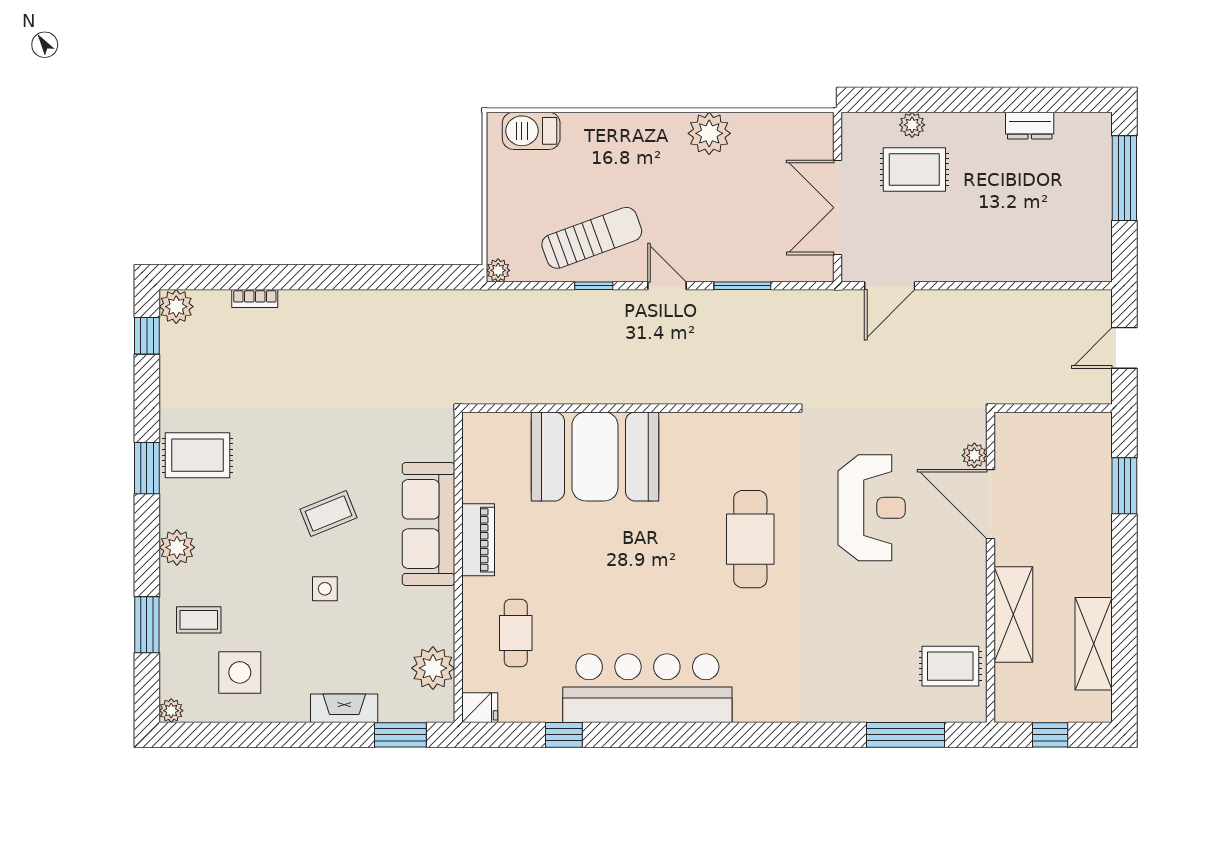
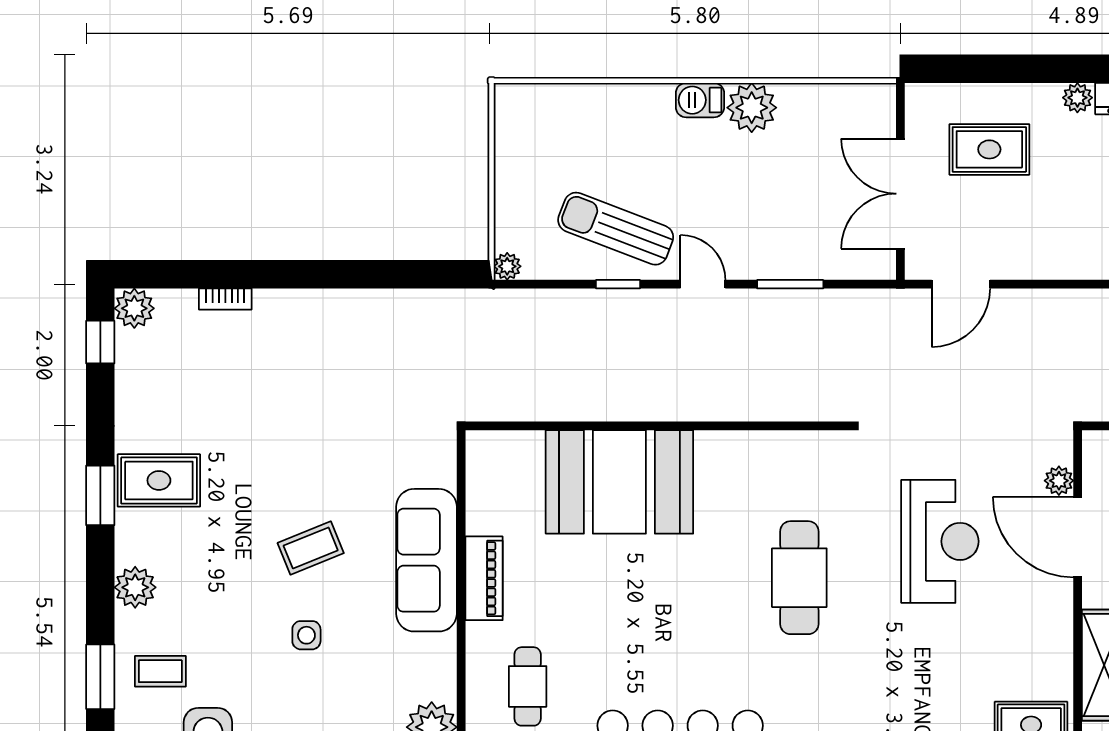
plant: (912, 125) -> (1077, 98), moved
barbecue: (531, 131) -> (700, 100), moved, width x0.73, depth x0.79
sun lounger: (592, 238) -> (616, 229), turned -139

